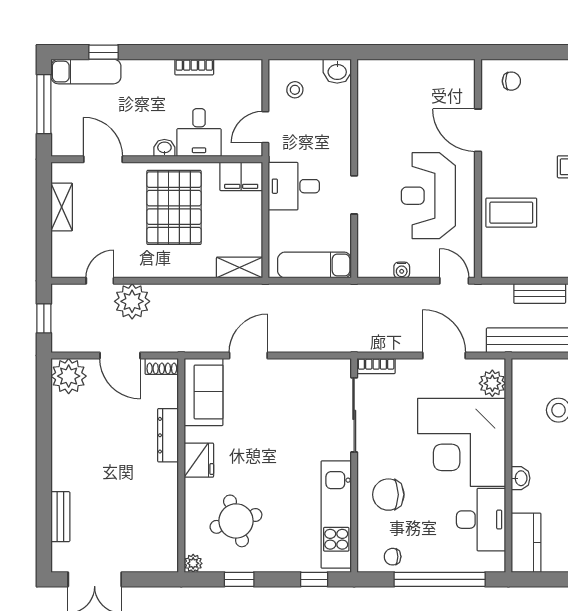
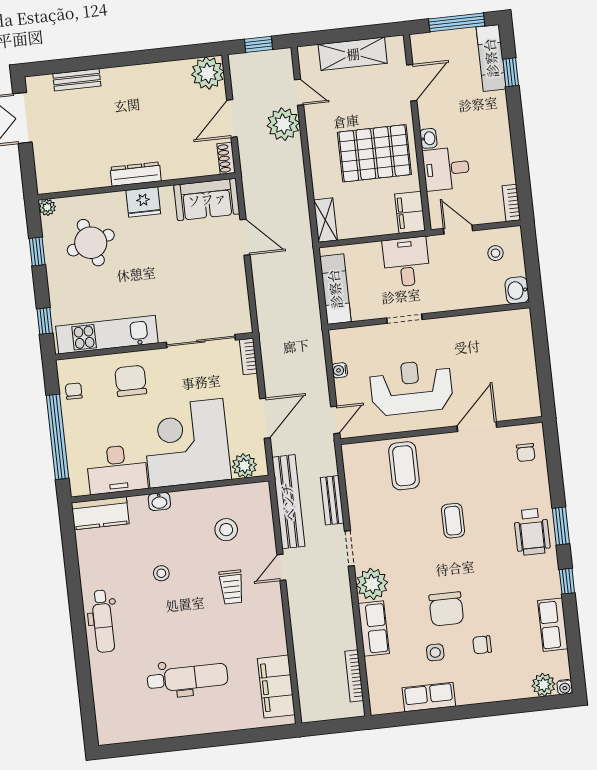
bookcase: (194, 67) -> (511, 203), moved
shelving: (62, 207) -> (353, 54), width x1.50, depth x1.33
dresser: (168, 435) -> (136, 174), moved

